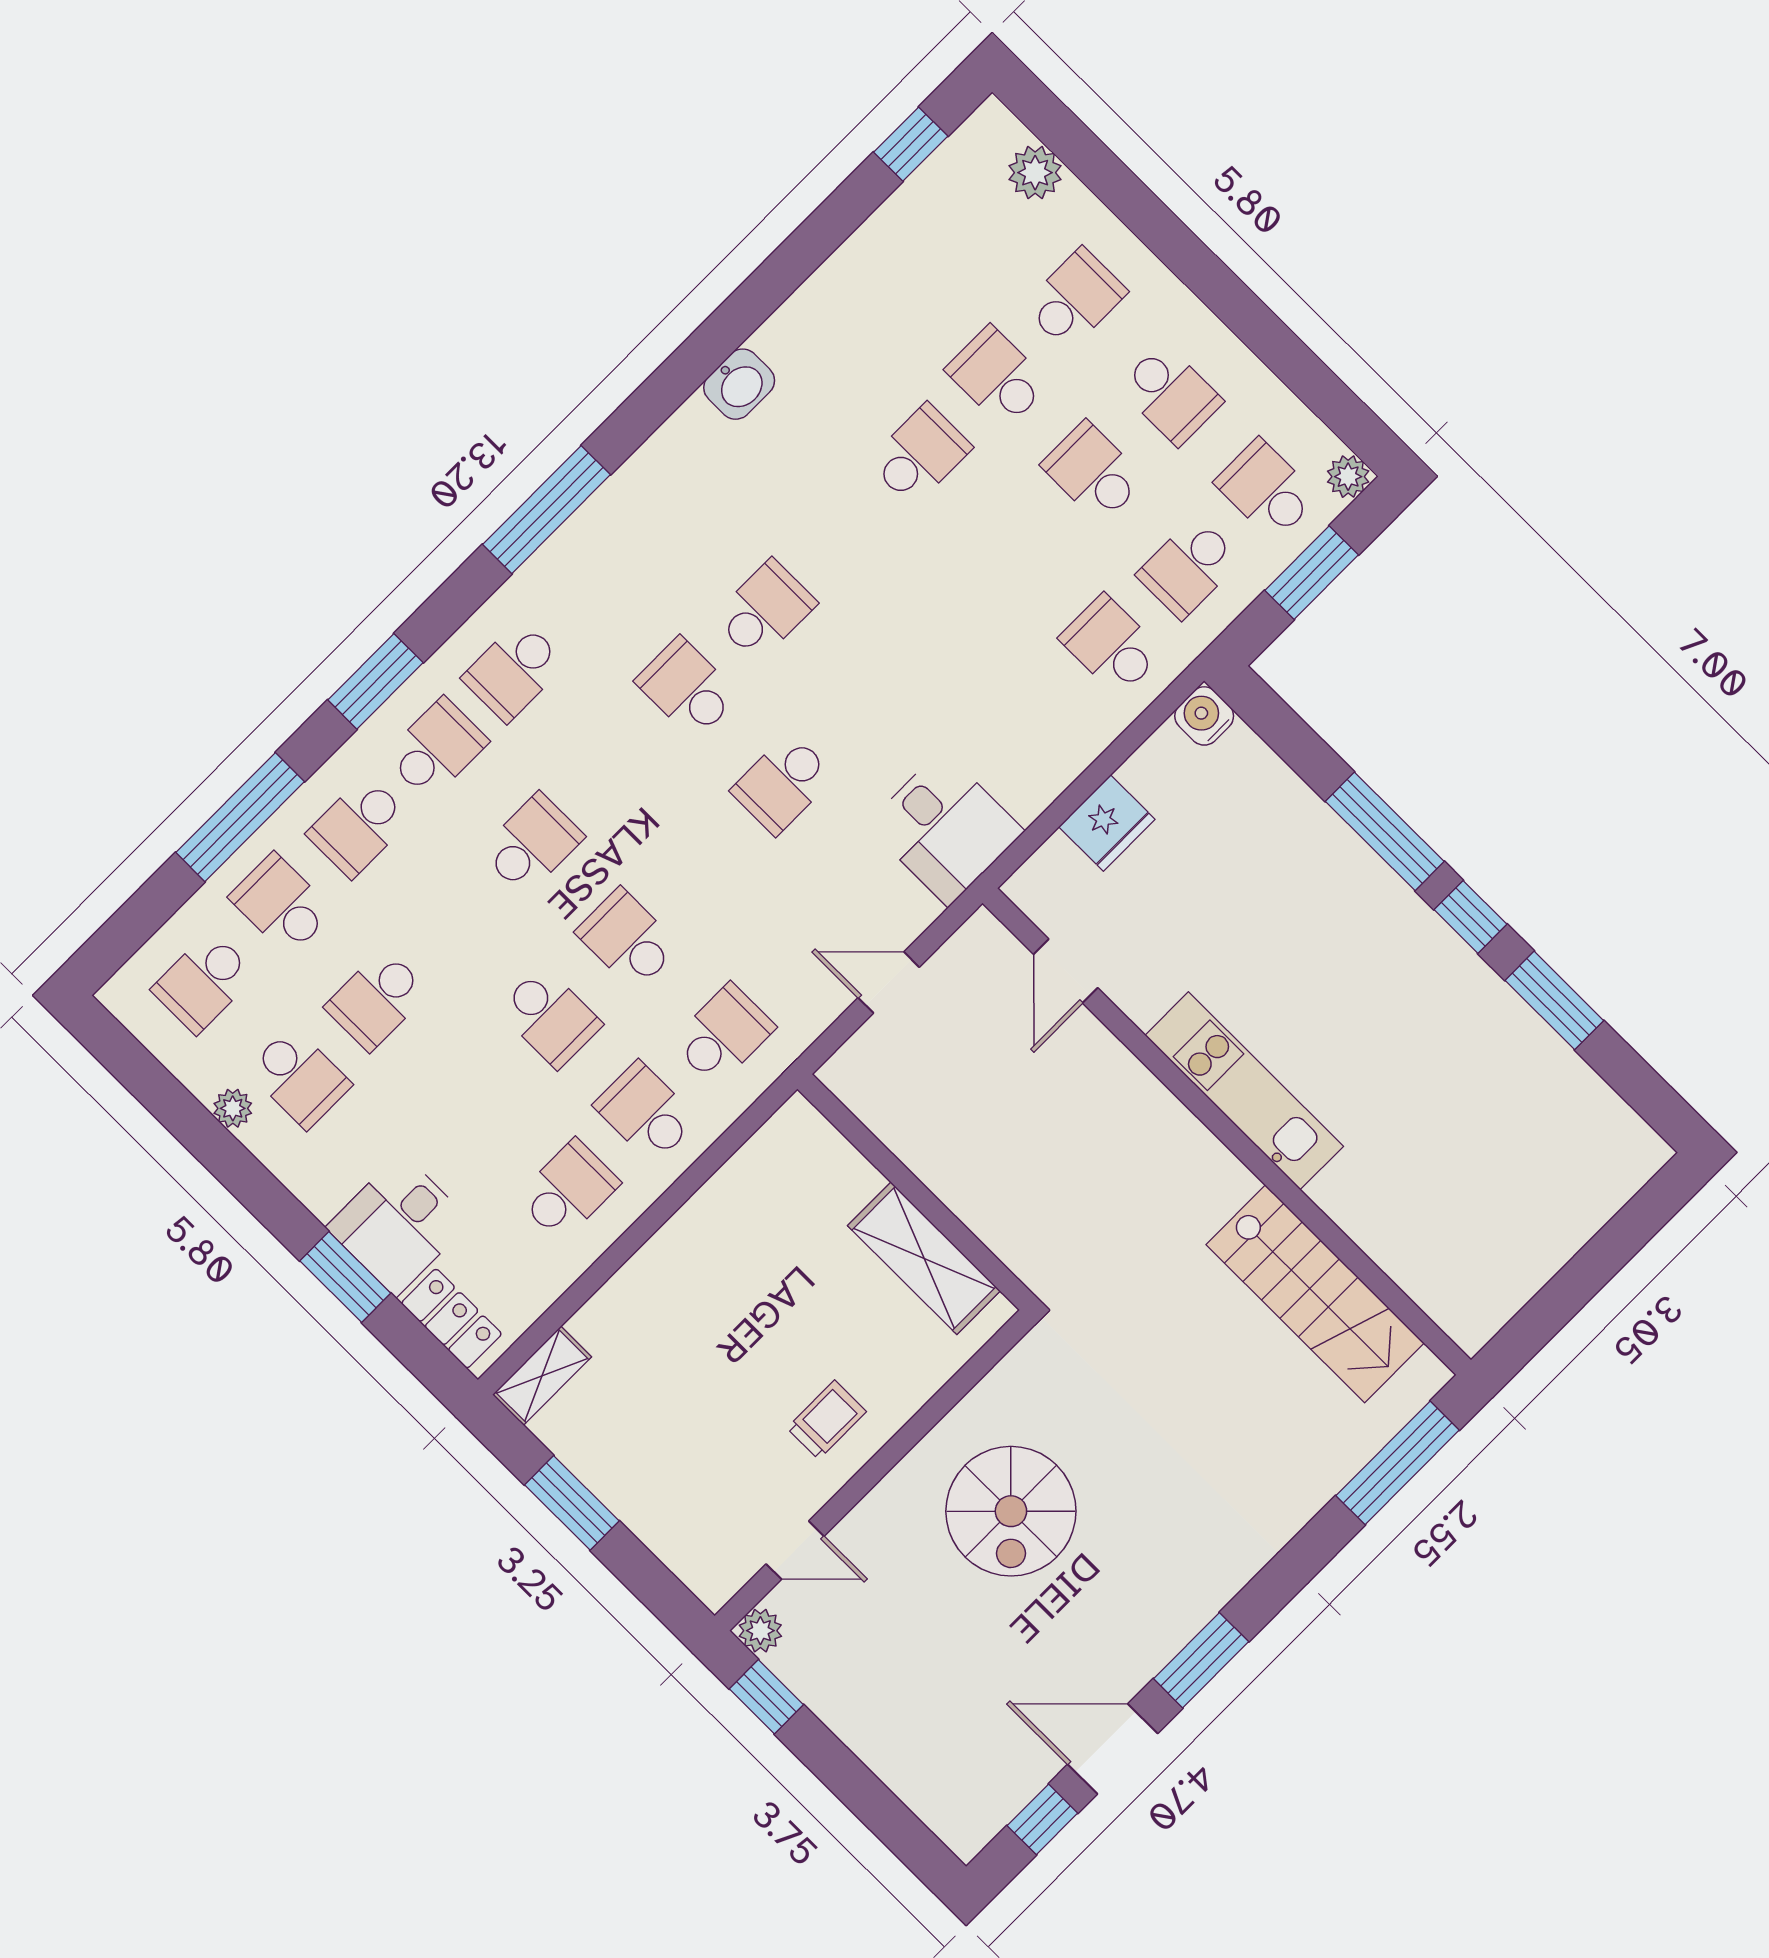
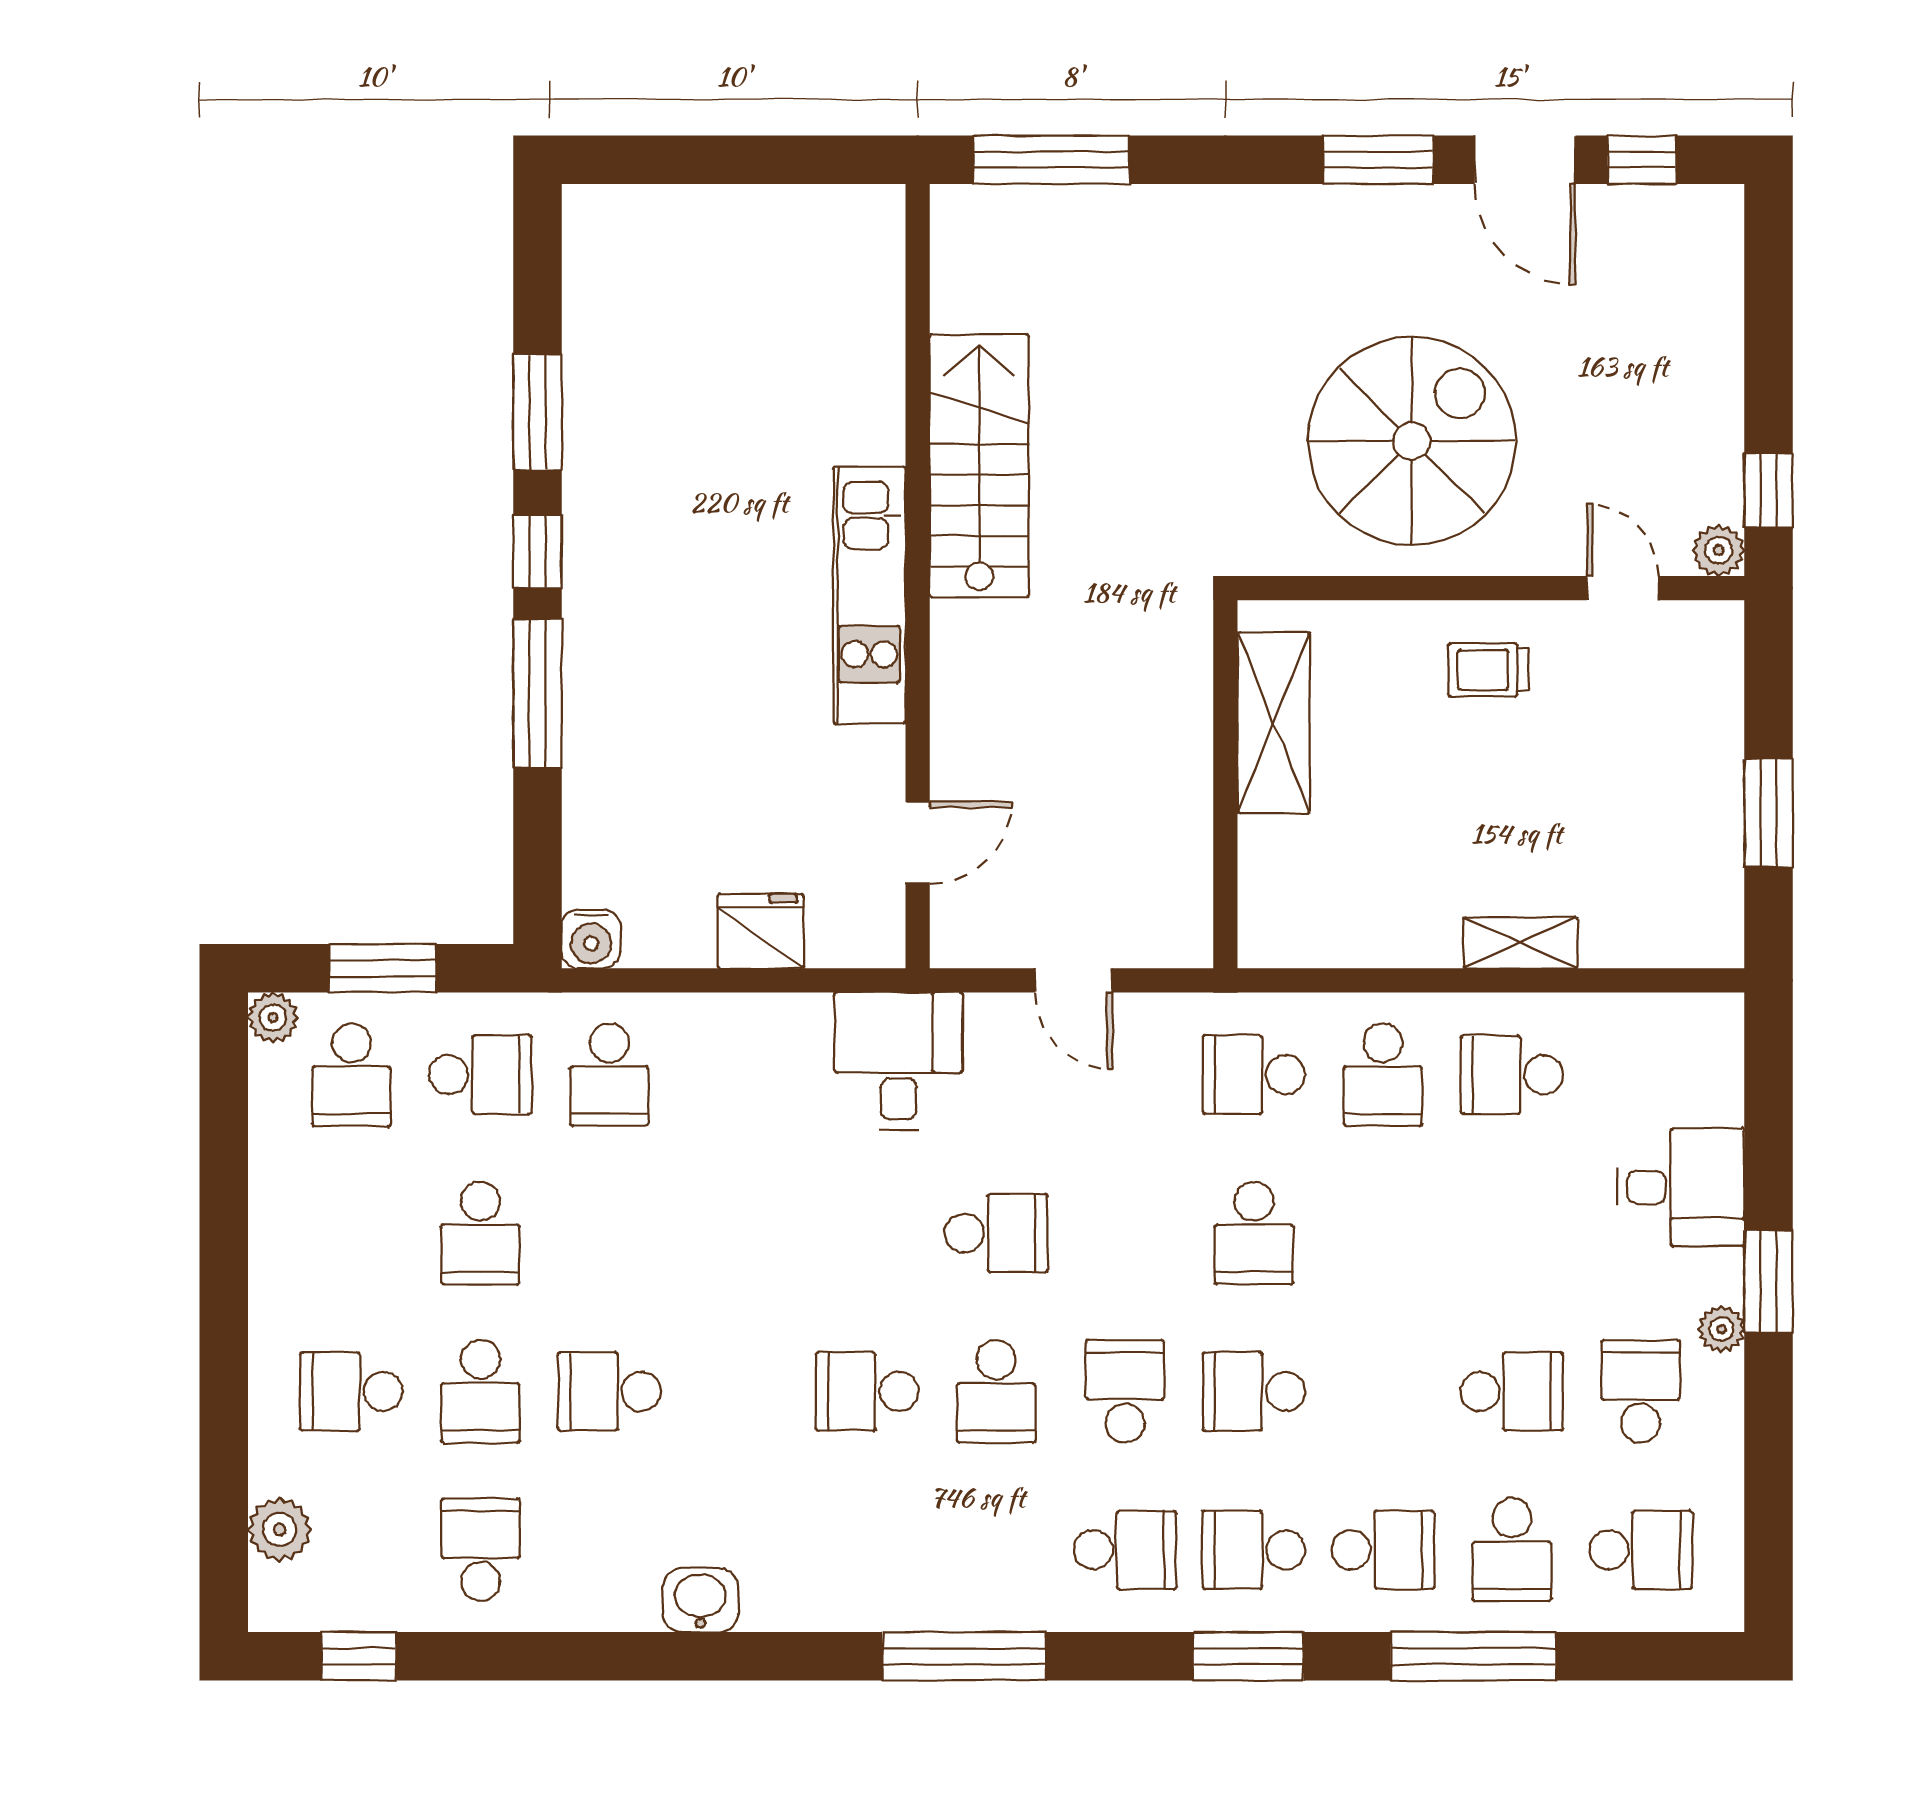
school desk: (1171, 394) -> (480, 1550), moved
school desk: (550, 1017) -> (1125, 1391), moved
plant: (233, 1108) -> (1721, 1329), moved
window: (345, 1277) -> (1768, 1282), moved
stairs: (1315, 1294) -> (979, 466), moved
locker: (451, 1319) -> (1715, 1065), removed
shelving: (542, 1376) -> (1520, 943), moved
spiral stairs: (1011, 1511) -> (1412, 441), width x1.37, depth x1.37

